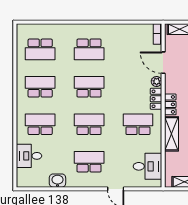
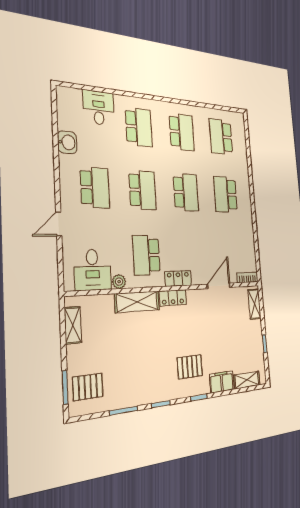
plant: (157, 81) -> (119, 282), moved
school desk: (138, 124) -> (146, 255), turned 180

